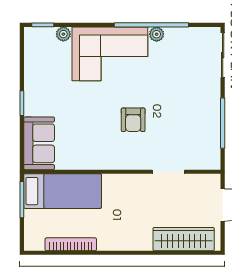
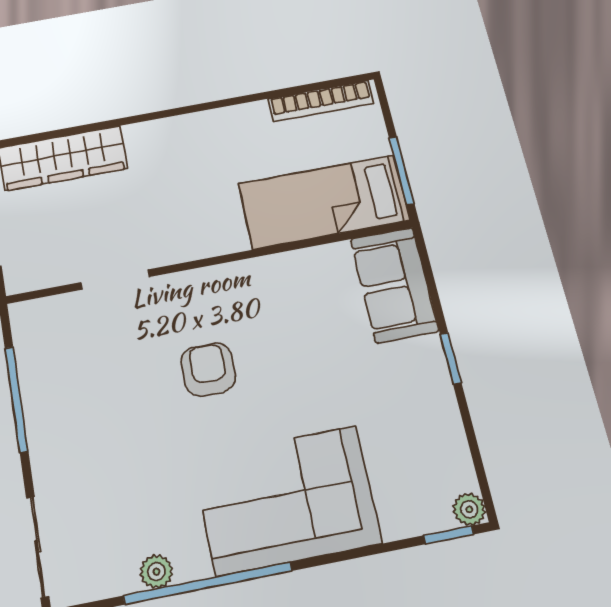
plant: (63, 34) -> (469, 509), moved
plant: (157, 34) -> (156, 572), moved
bookcase: (71, 244) -> (321, 101), moved

